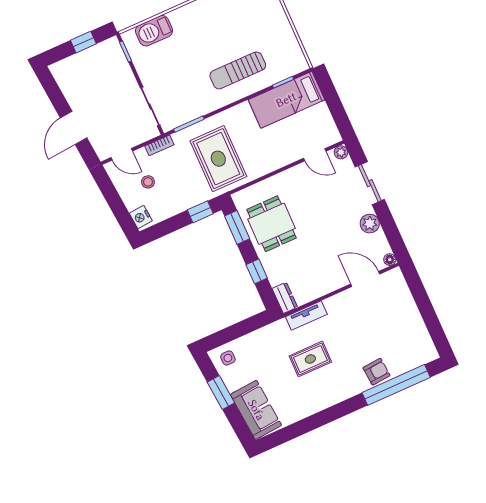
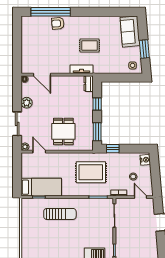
rug: (218, 159) -> (91, 172), turned 90
dining table: (271, 224) -> (63, 131), moved

